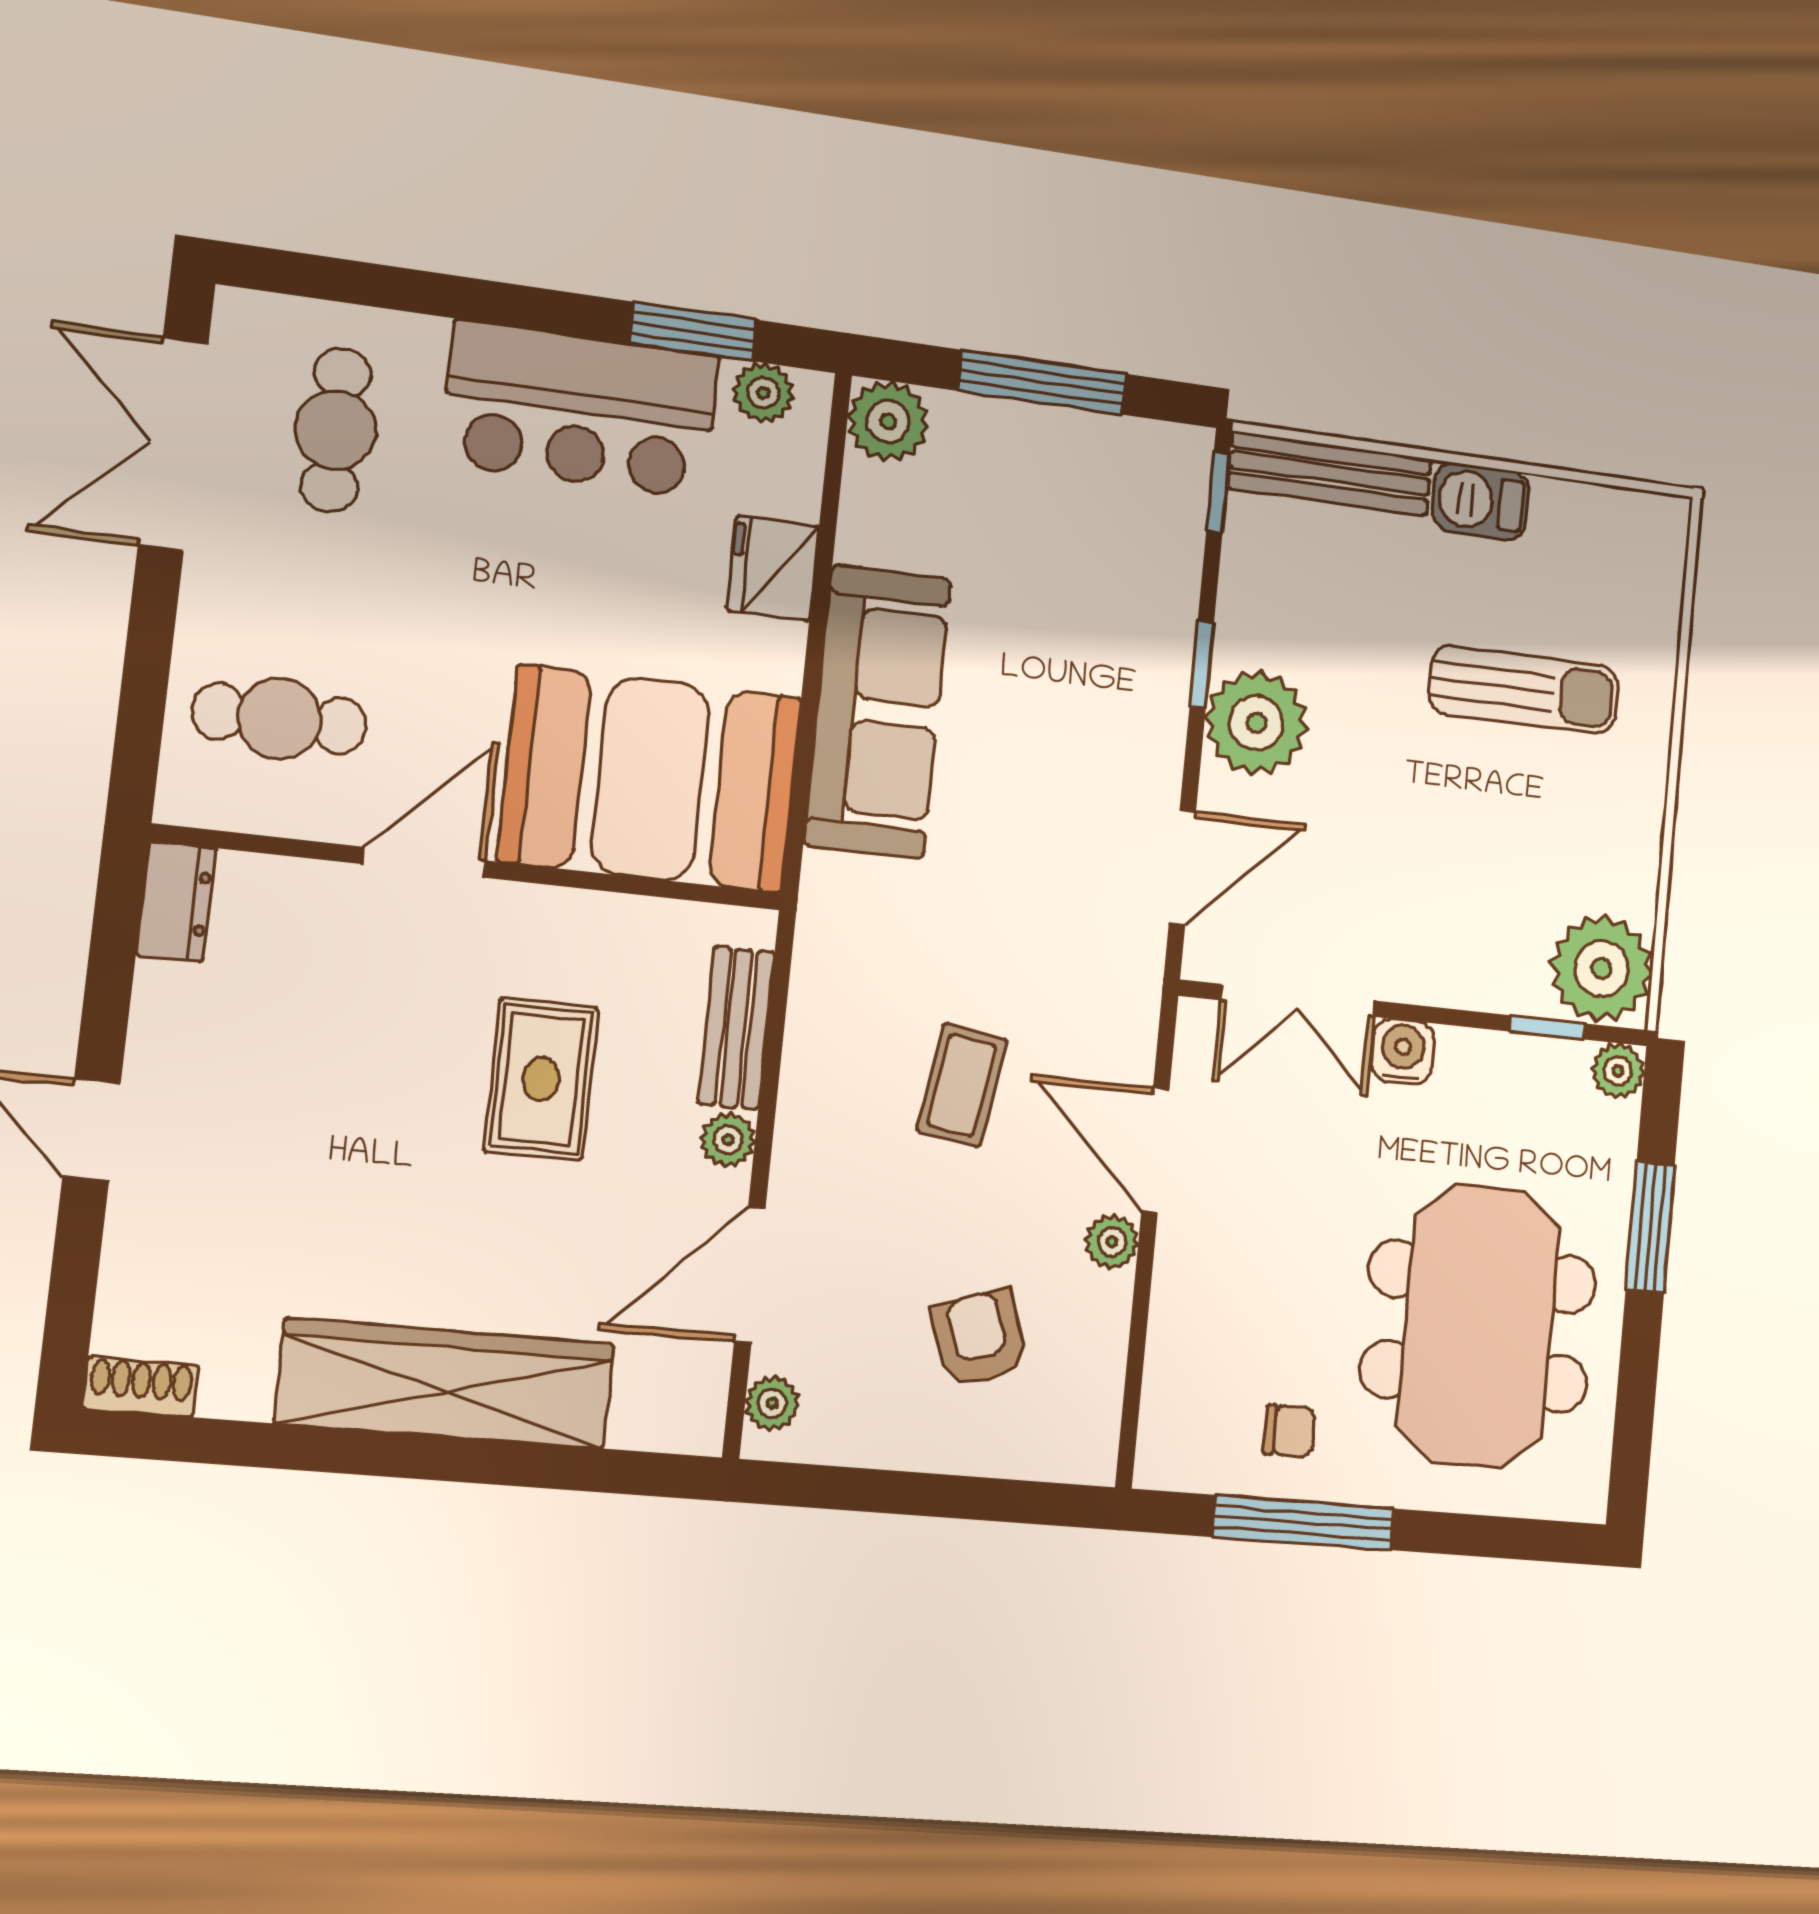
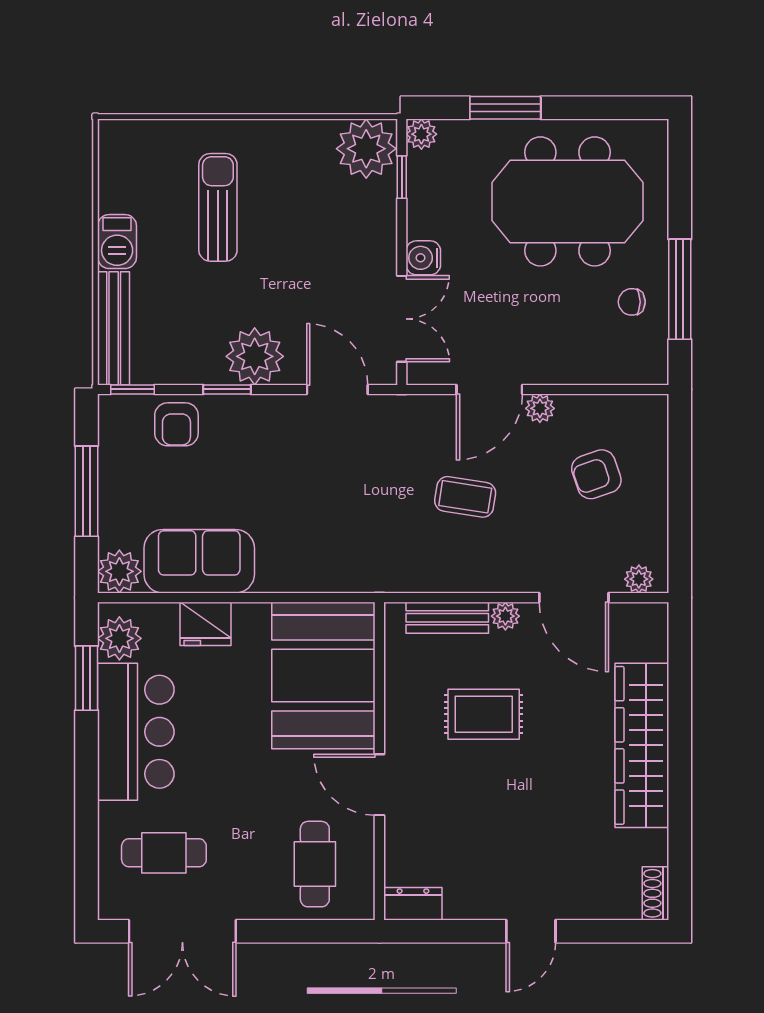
plant: (763, 393) -> (119, 638), width x1.38, depth x1.38
armchair: (1148, 564) -> (176, 424), added
sofa: (878, 712) -> (199, 561), moved, width x0.73
chair: (1289, 1431) -> (632, 302), turned -90

